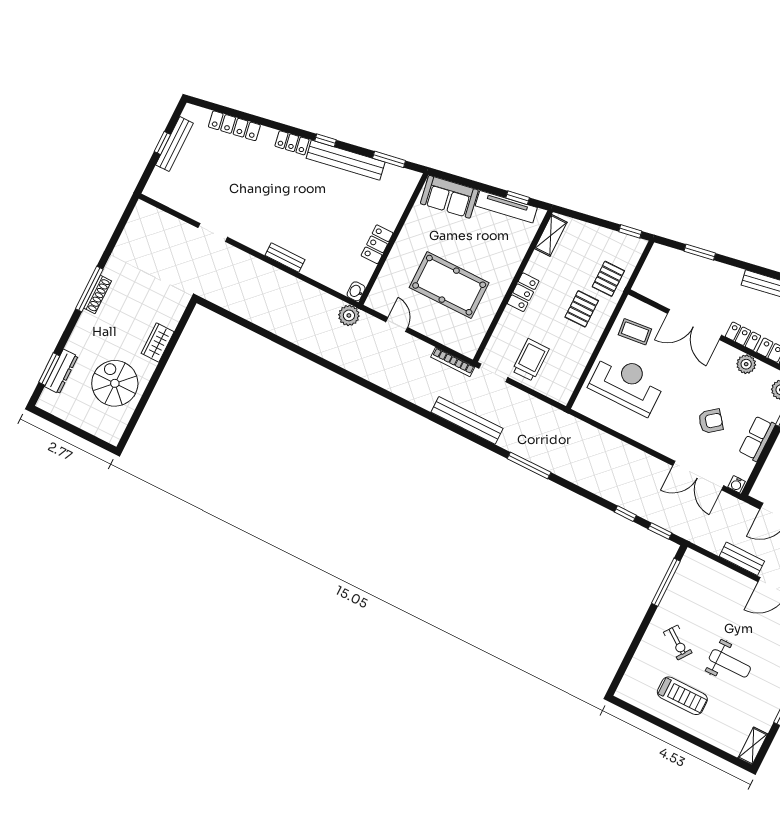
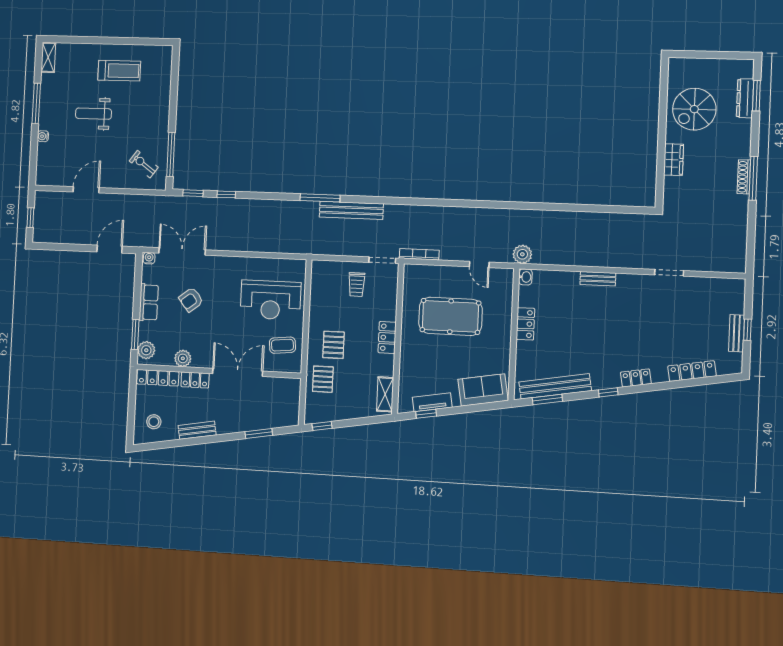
bench: (174, 144) -> (737, 333), width x0.73
bench: (346, 160) -> (555, 386), moved
tv unit: (506, 207) -> (432, 402), width x0.71
trolley: (531, 360) -> (357, 285), width x0.73, depth x0.72
spiral stairs: (115, 383) -> (694, 109), turned 90
bench: (467, 420) -> (351, 210), moved
bench: (742, 559) -> (120, 201), removed
exercise bike: (678, 643) -> (144, 164), moved
treadmill: (682, 696) -> (119, 71), turned 180

